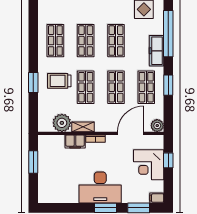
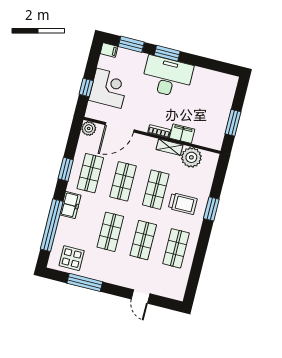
freezer: (157, 51) -> (70, 205), width x0.71

